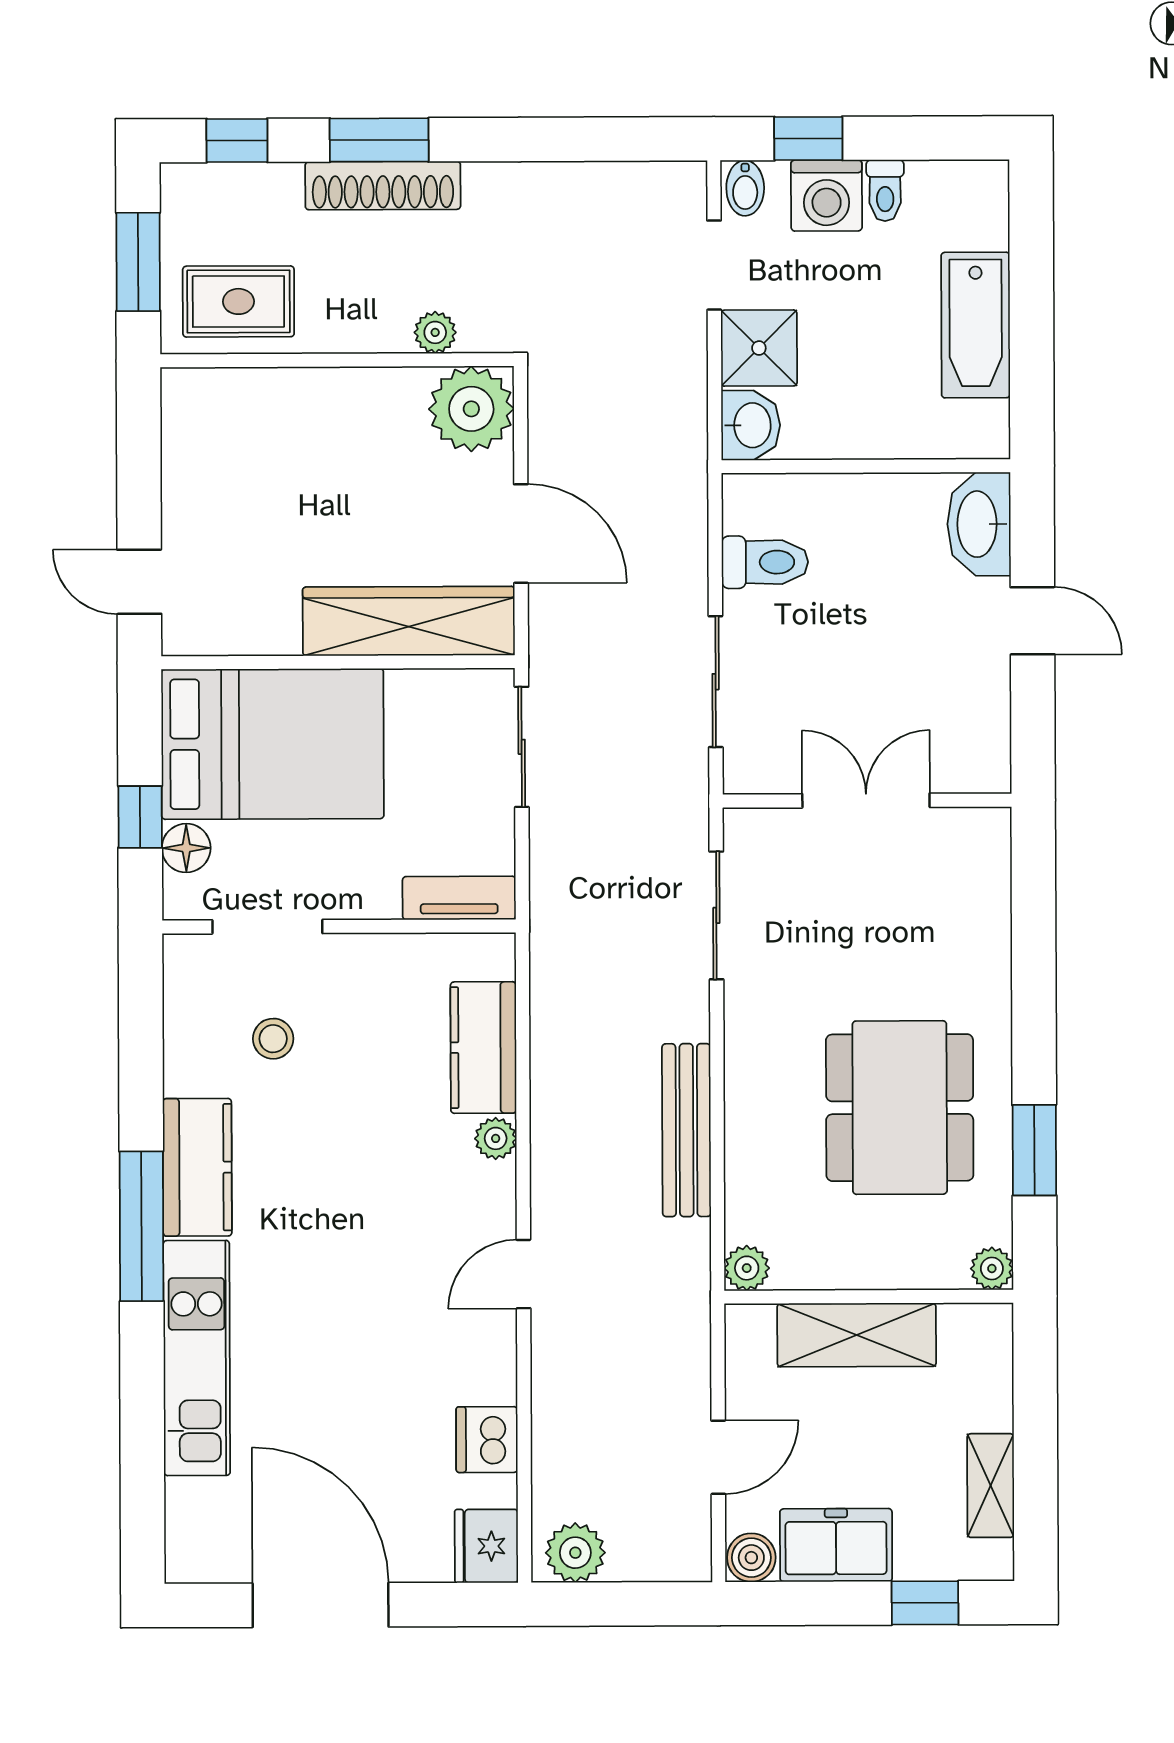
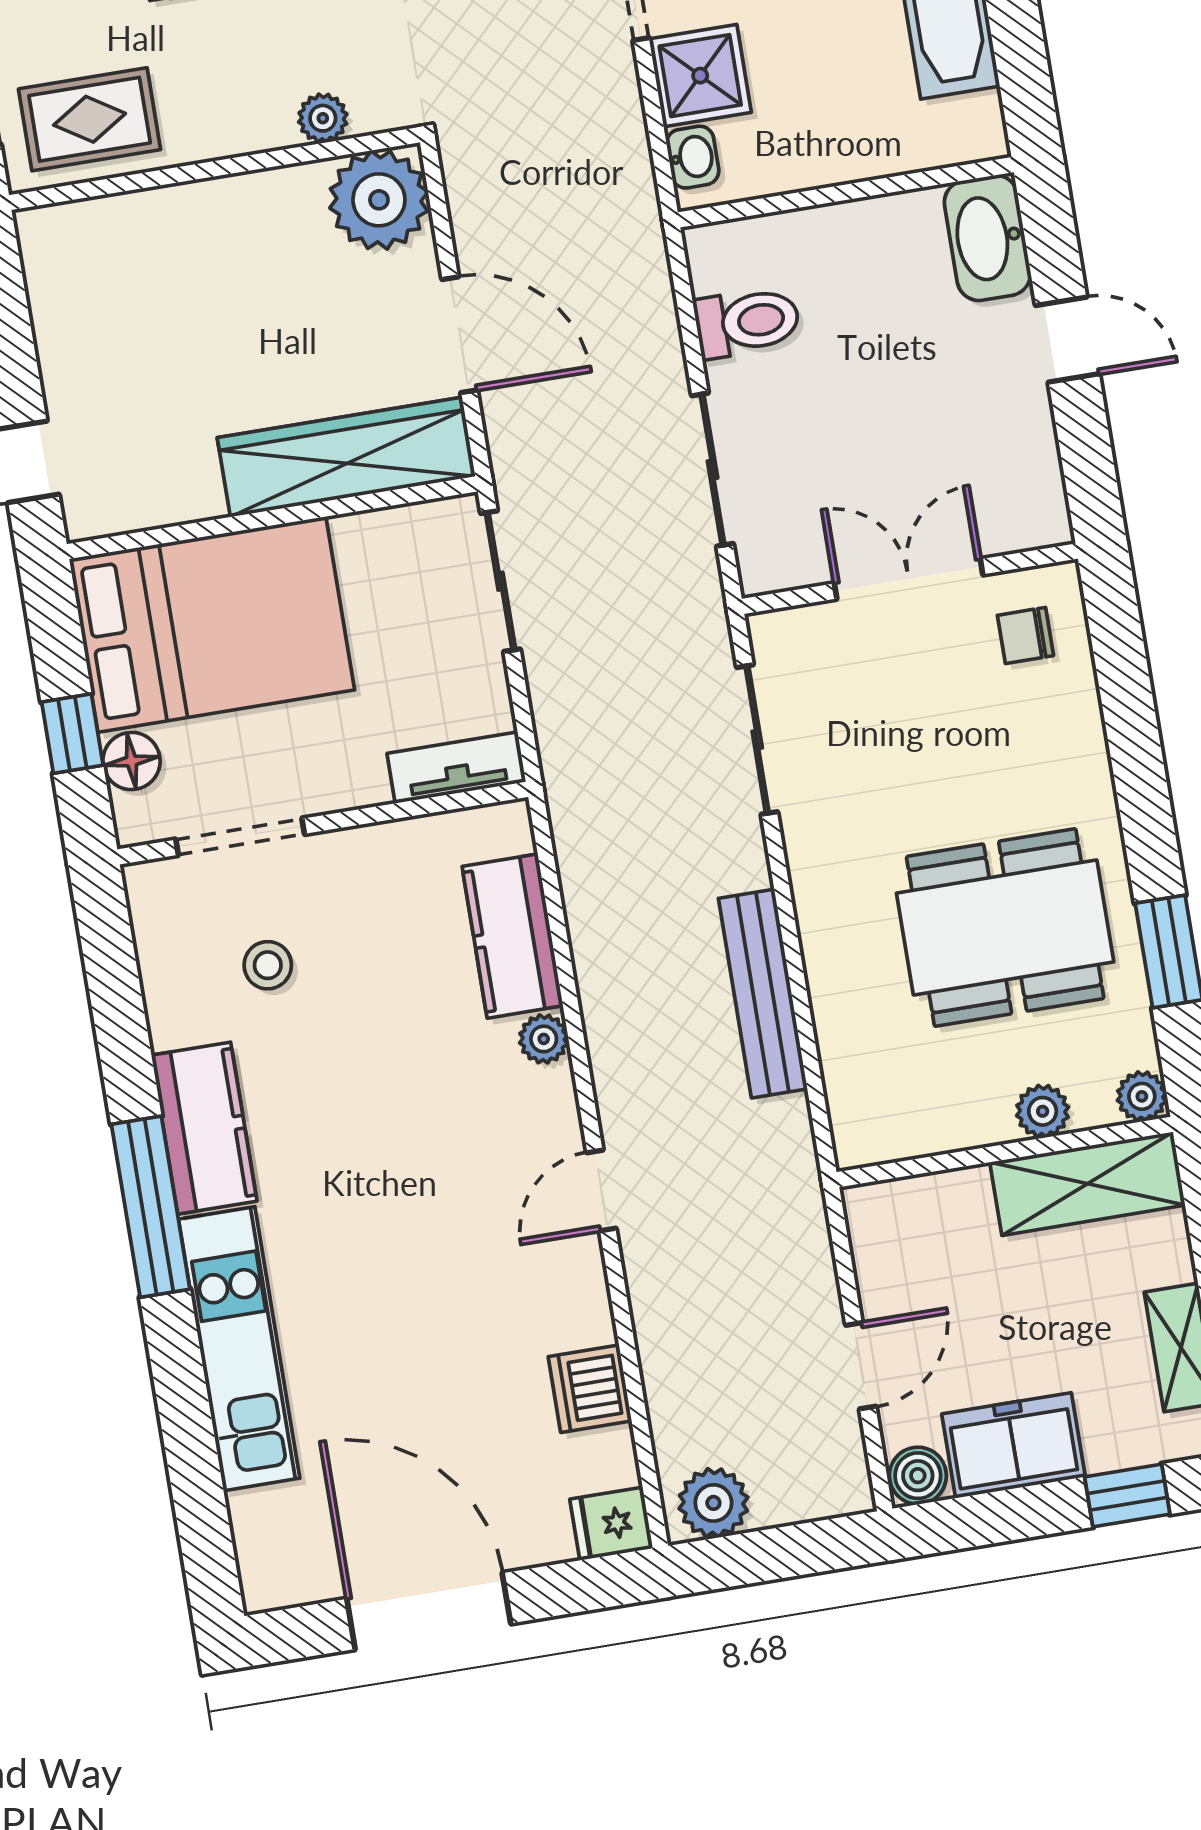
washbasin: (751, 425) -> (693, 157), width x0.72, depth x0.69
chair: (957, 864) -> (1025, 635), added
dining table: (900, 1108) -> (1005, 928), turned 90
plant: (747, 1268) -> (1043, 1111), moved
shelving: (857, 1335) -> (1087, 1184), moved
fridge: (486, 1546) -> (611, 1524), width x0.72

